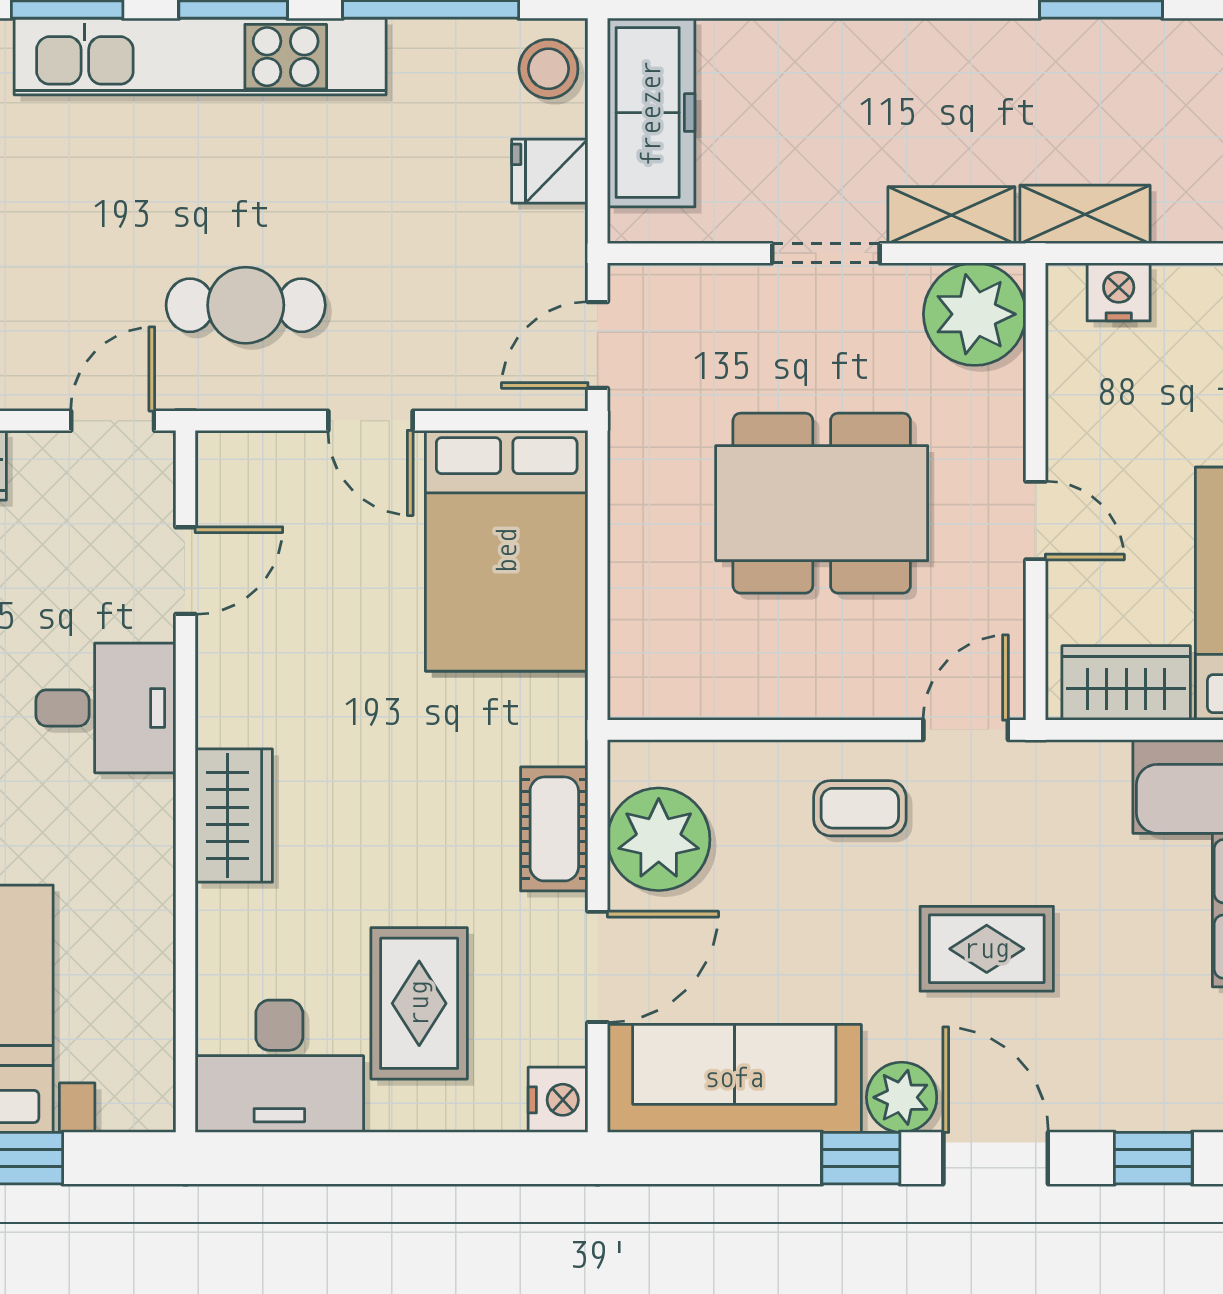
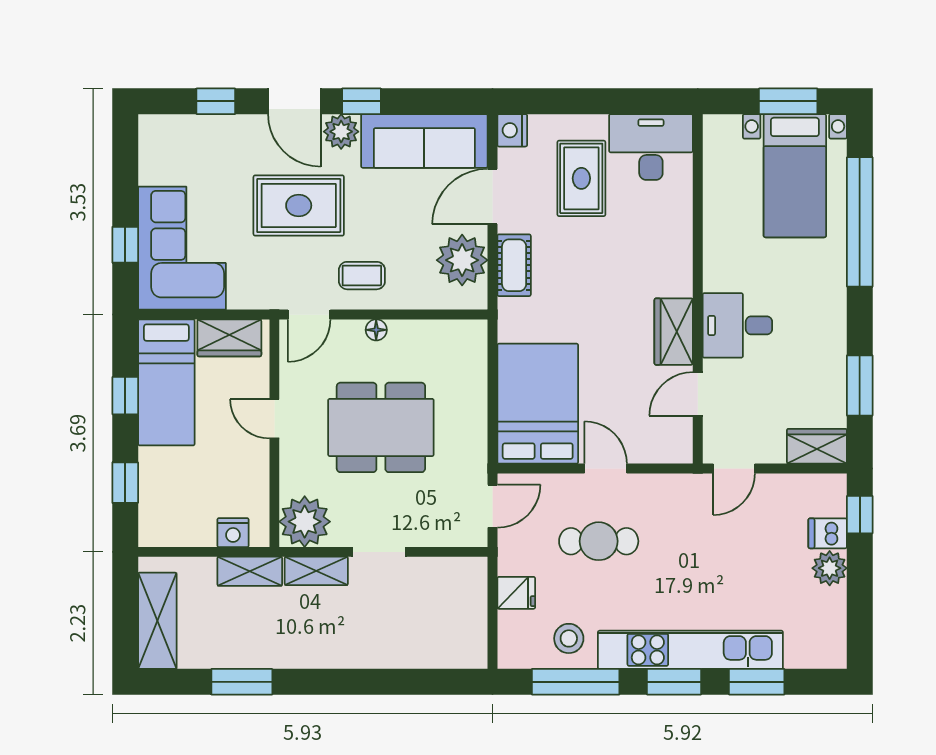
stool: (548, 69) -> (569, 638), moved
freezer: (651, 113) -> (466, 622), removed
cafe table: (246, 305) -> (599, 541), moved
floor lamp: (831, 699) -> (376, 330), added
wardrobe: (234, 816) -> (674, 332), moved
rug: (987, 949) -> (299, 205), width x1.36, depth x1.43

